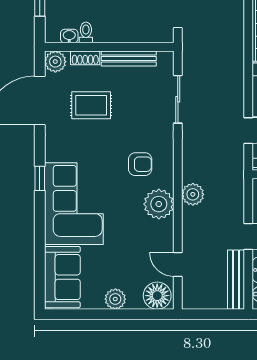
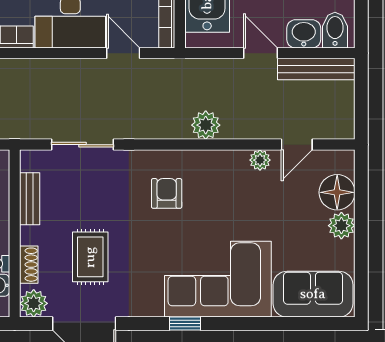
bench: (129, 59) -> (30, 199), width x0.73
plant: (159, 204) -> (260, 160), moved, width x0.53, depth x0.53
floor lamp: (157, 296) -> (337, 192), moved

